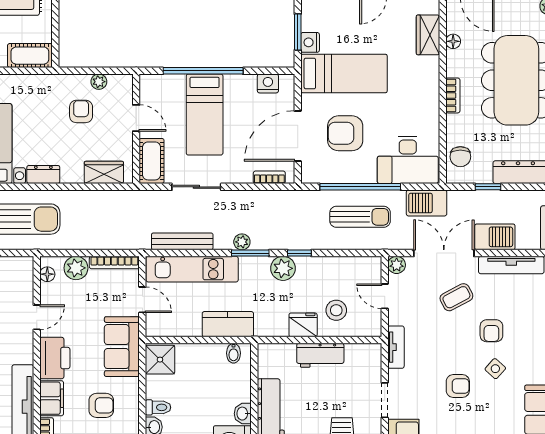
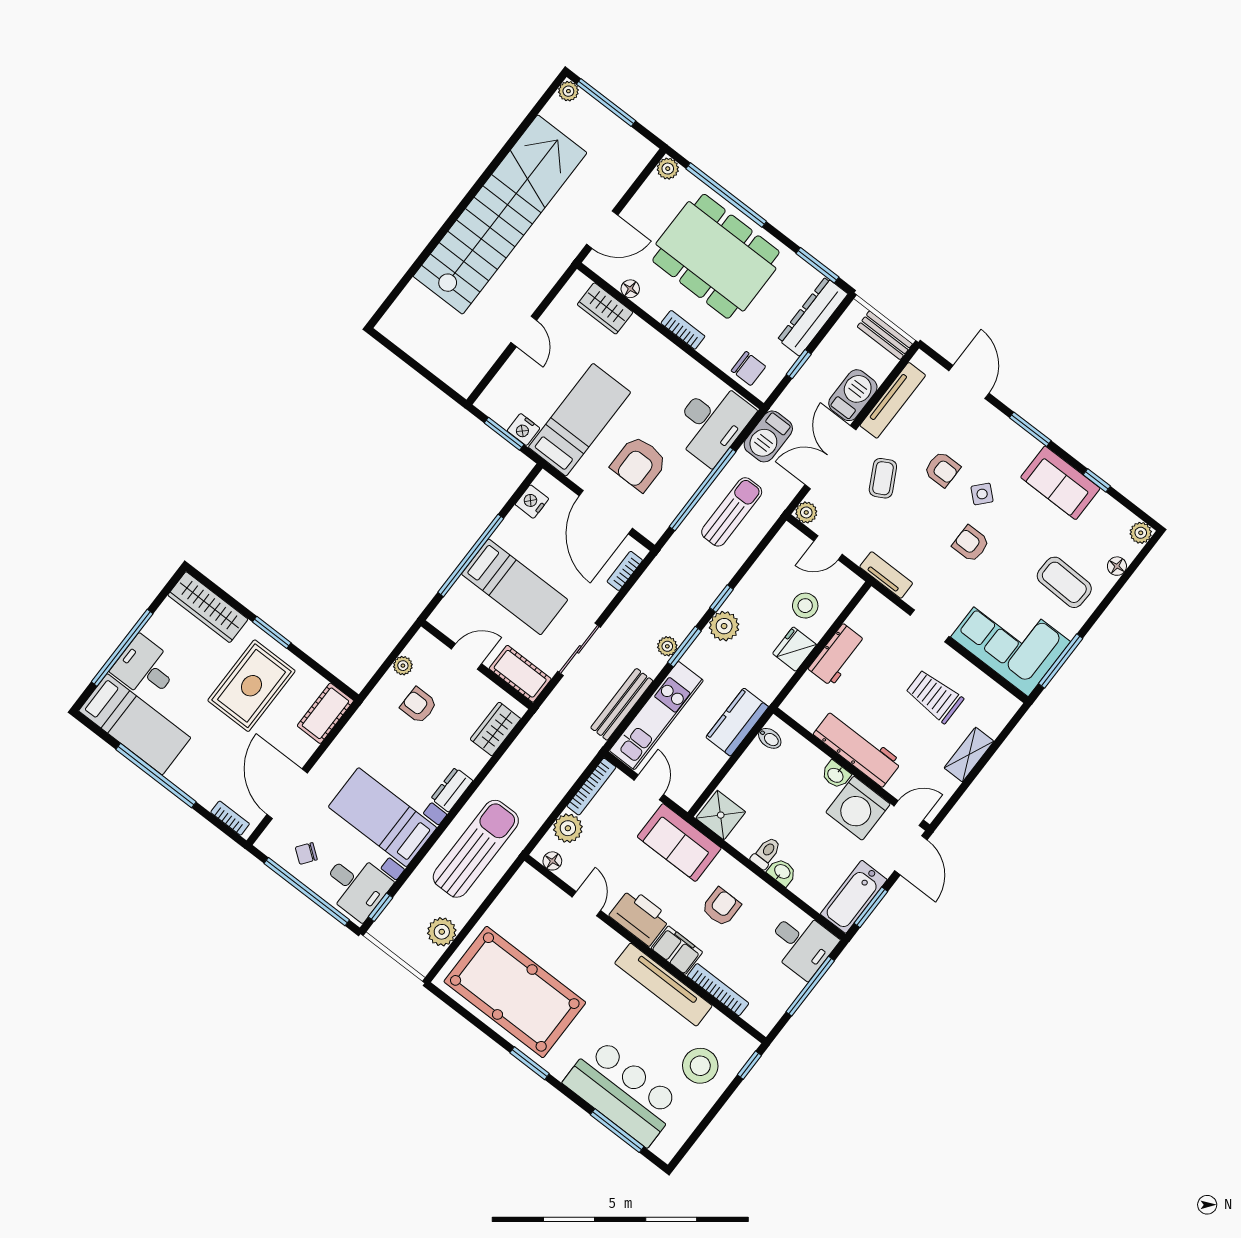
door: (142, 300) -> (649, 787), hinge flipped
armchair: (458, 386) -> (971, 544), turned -90

